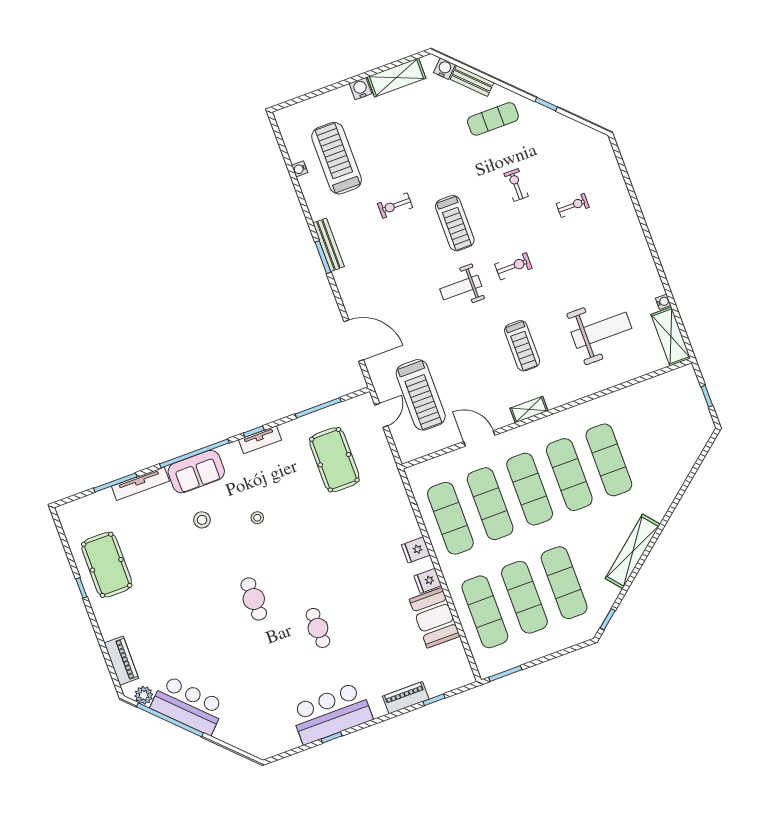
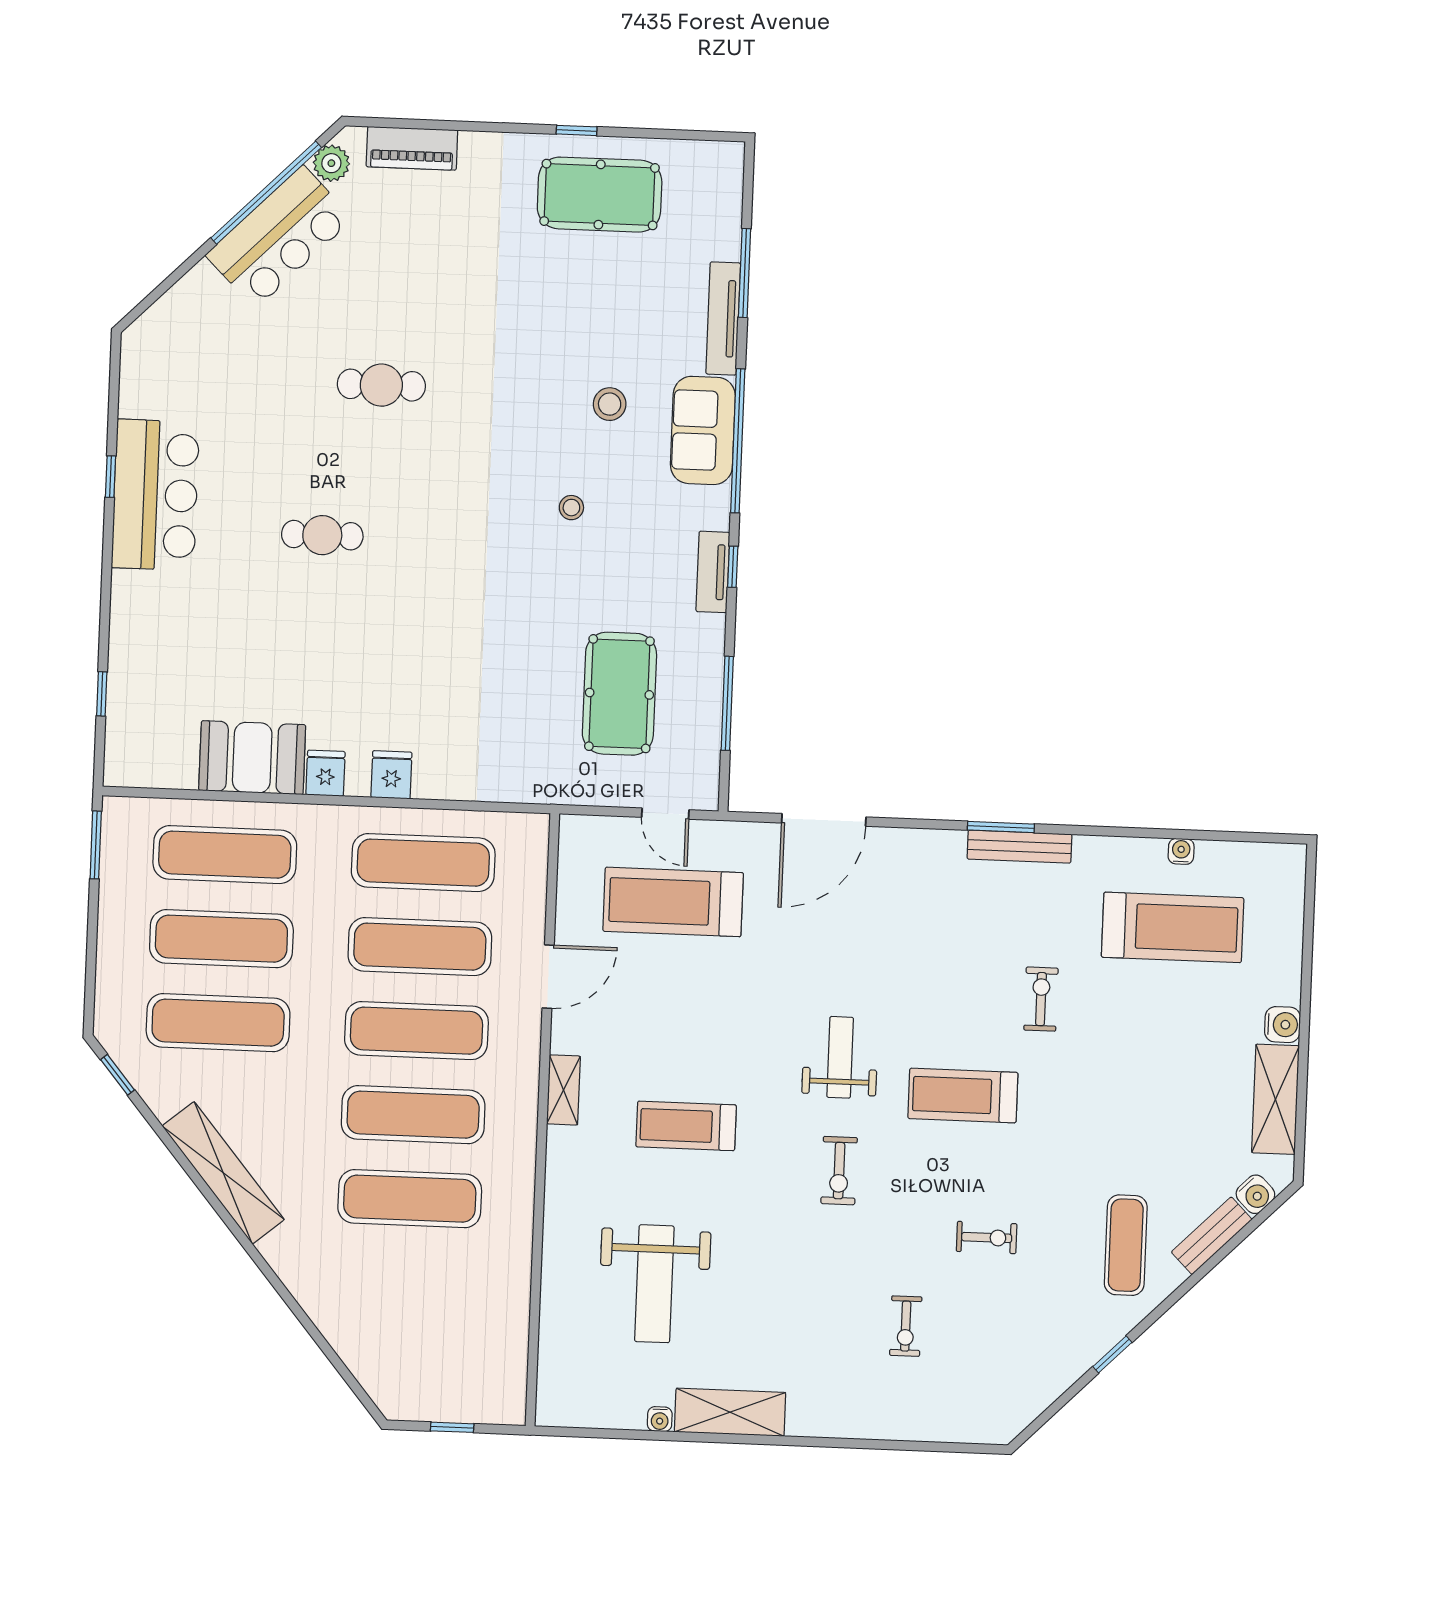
shelving: (671, 336) -> (730, 1412), moved
pool table: (334, 460) -> (619, 694), turned 90
cafe table: (254, 599) -> (381, 385), moved
piano: (406, 698) -> (127, 644), removed

